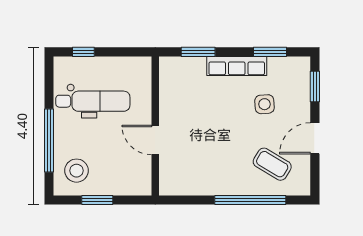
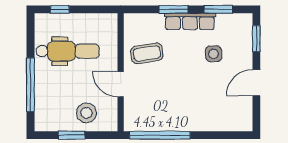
window: (198, 52) -> (174, 9), moved
coffee table: (272, 164) -> (147, 53), moved, turned -40
stool: (76, 171) -> (86, 113), moved
window: (250, 200) -> (160, 135), moved

